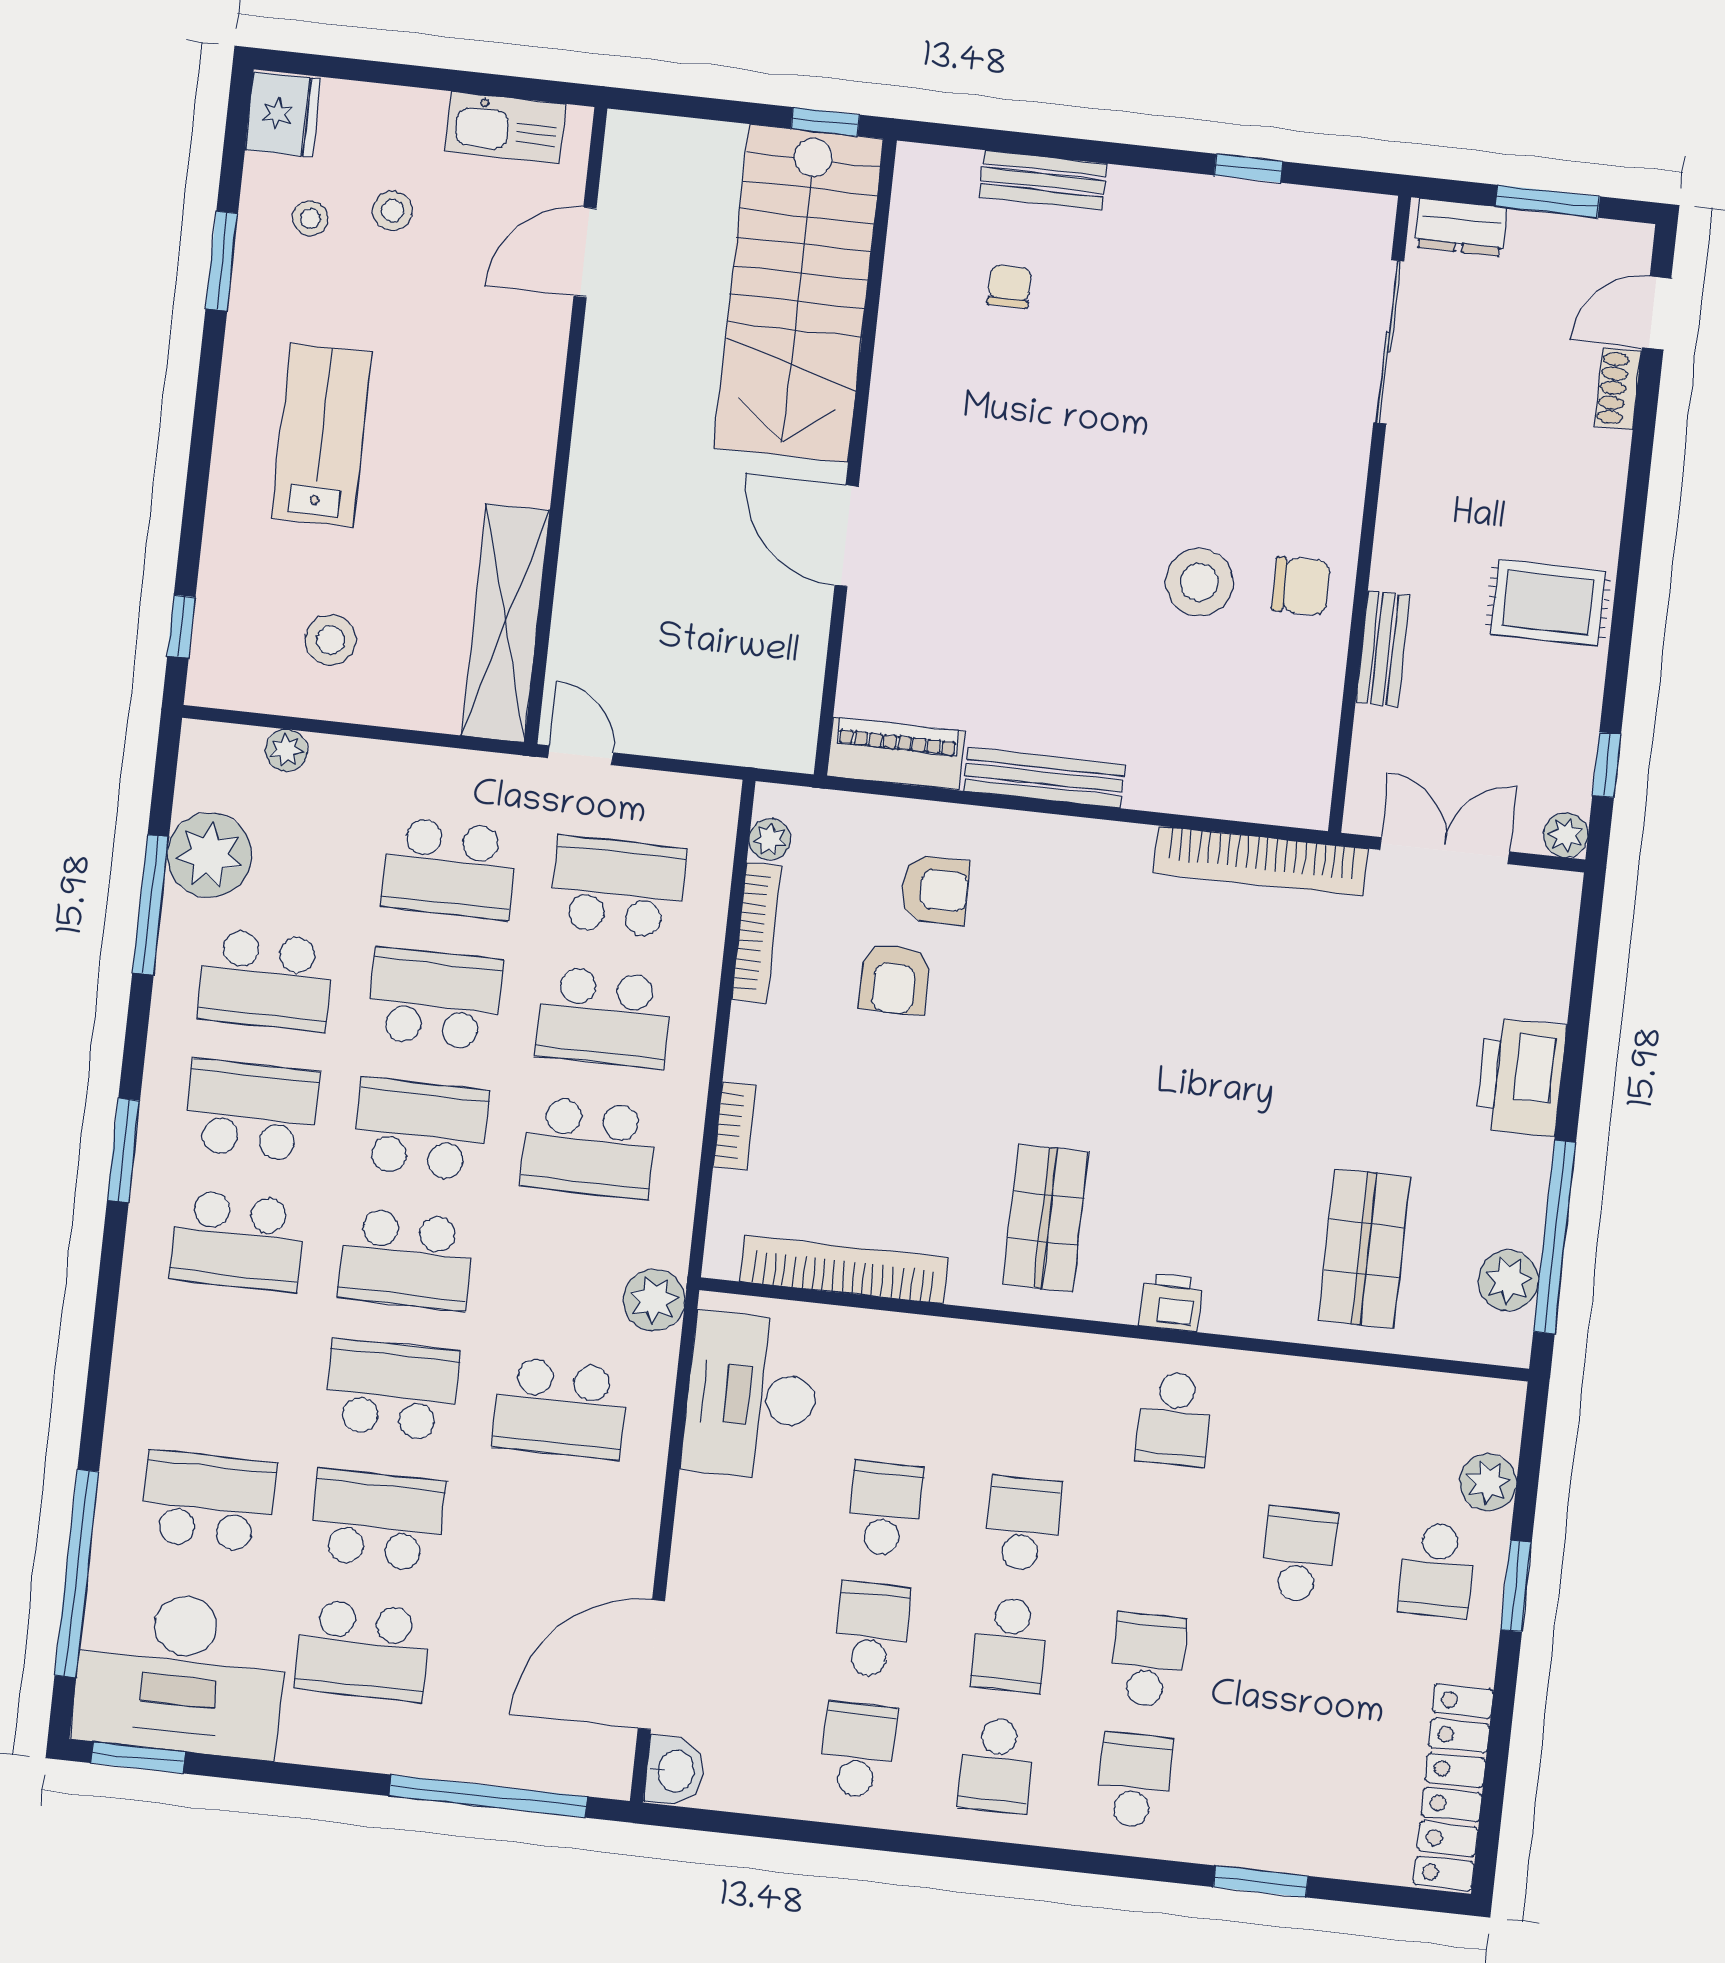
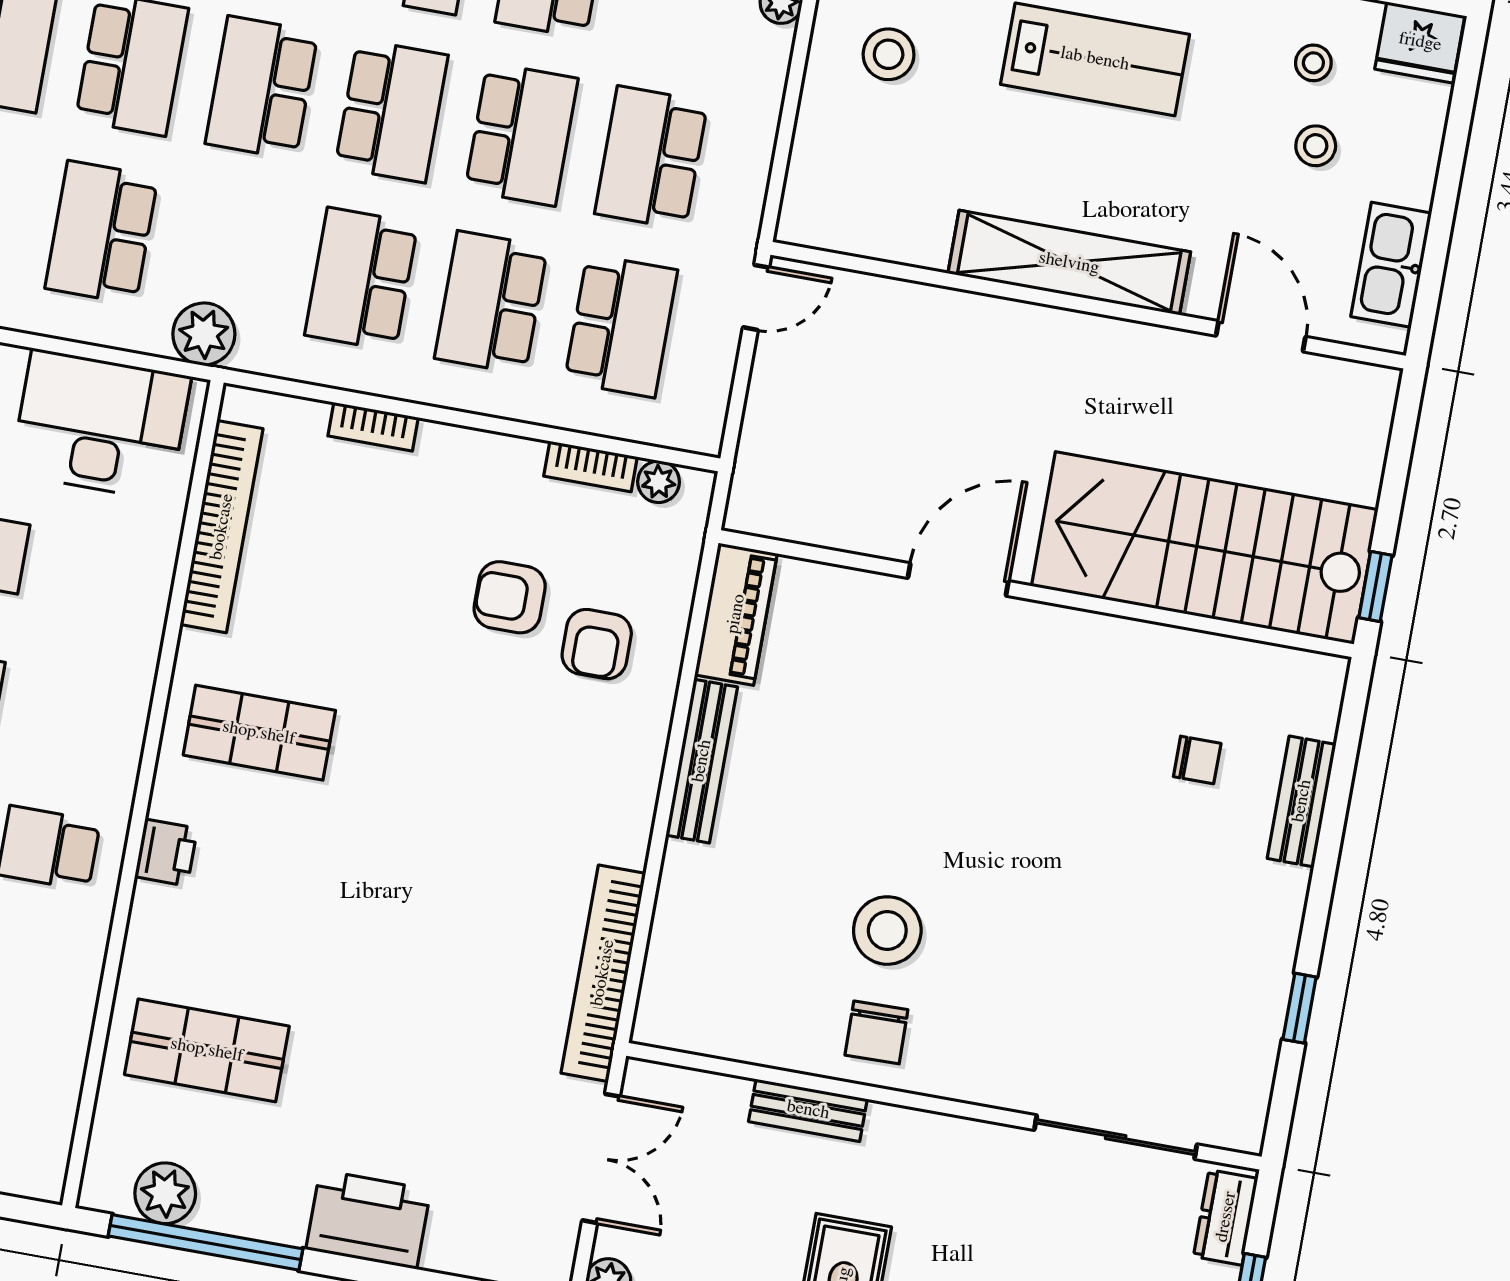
shelving: (505, 623) -> (1069, 263), moved
bookcase: (757, 933) -> (591, 466), width x0.64

